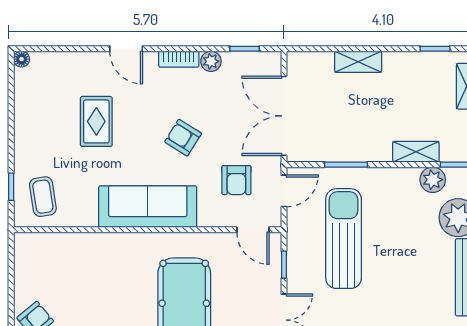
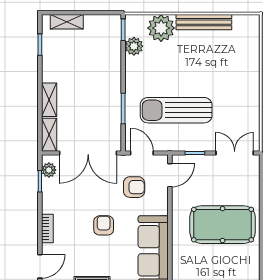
plant: (211, 61) -> (49, 170), moved
armchair: (183, 138) -> (104, 225), turned 148
shelving: (416, 152) -> (49, 135), moved

